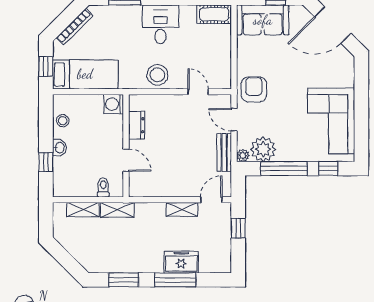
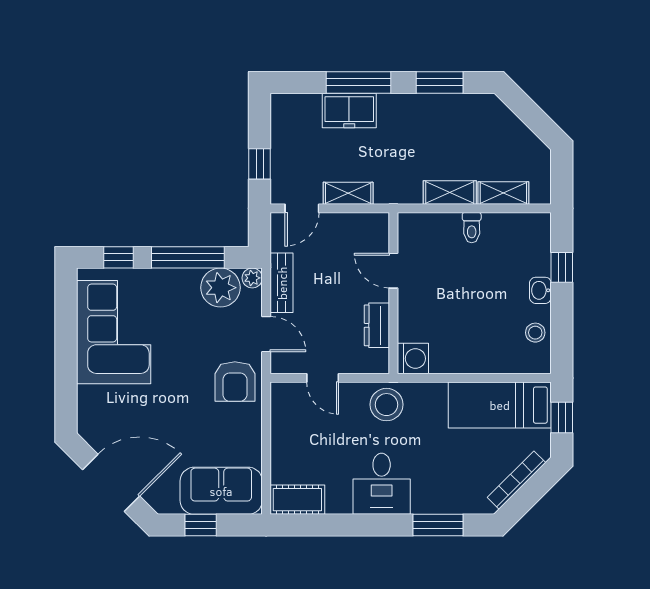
washing machine: (114, 104) -> (413, 359), moved
dresser: (137, 125) -> (377, 325), moved
wall: (126, 146) -> (393, 293), moved
door: (126, 160) -> (393, 271), moved

